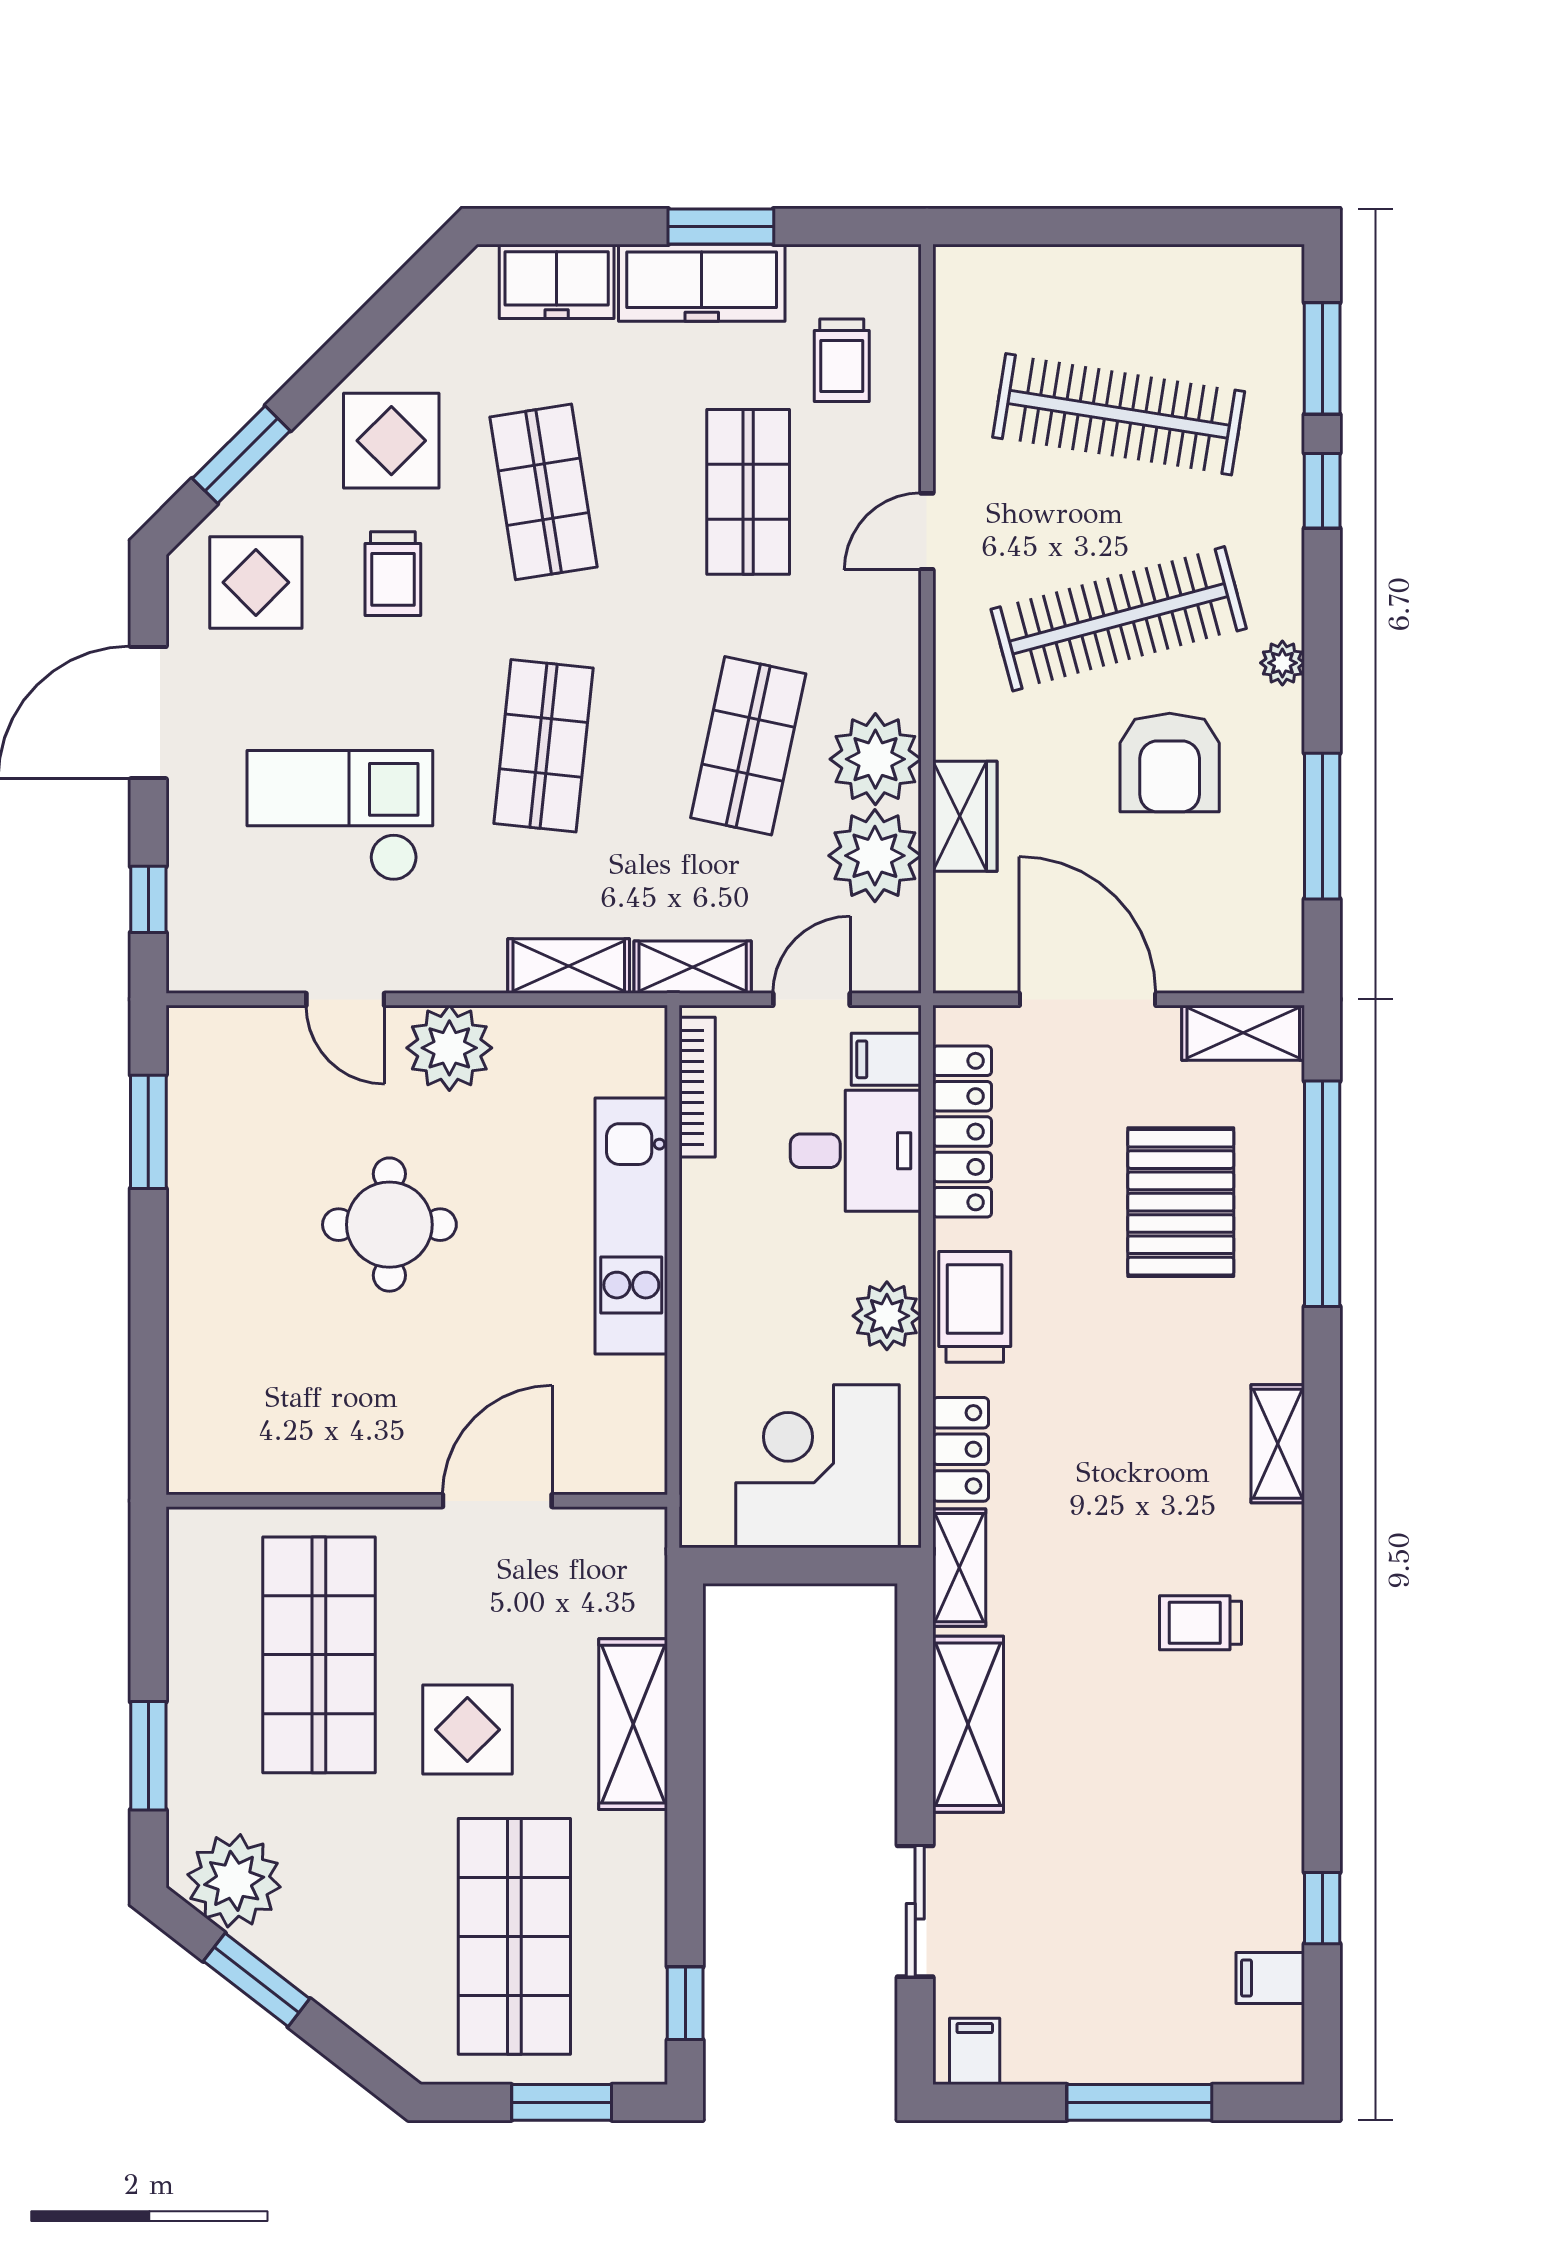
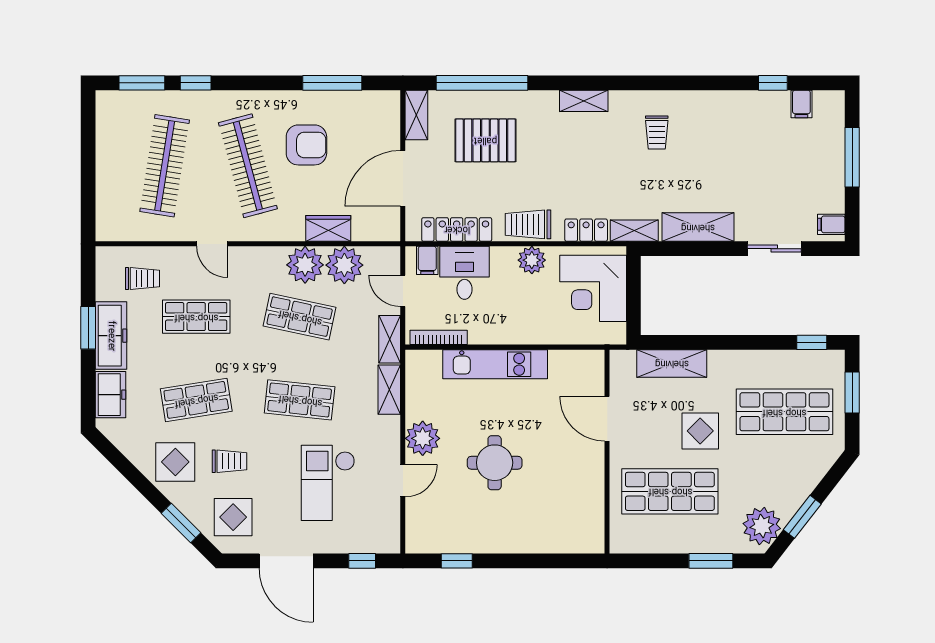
plant: (1282, 663) -> (266, 99), removed
window: (148, 1132) -> (457, 561), width x0.67
shelving: (633, 1724) -> (672, 363), moved

